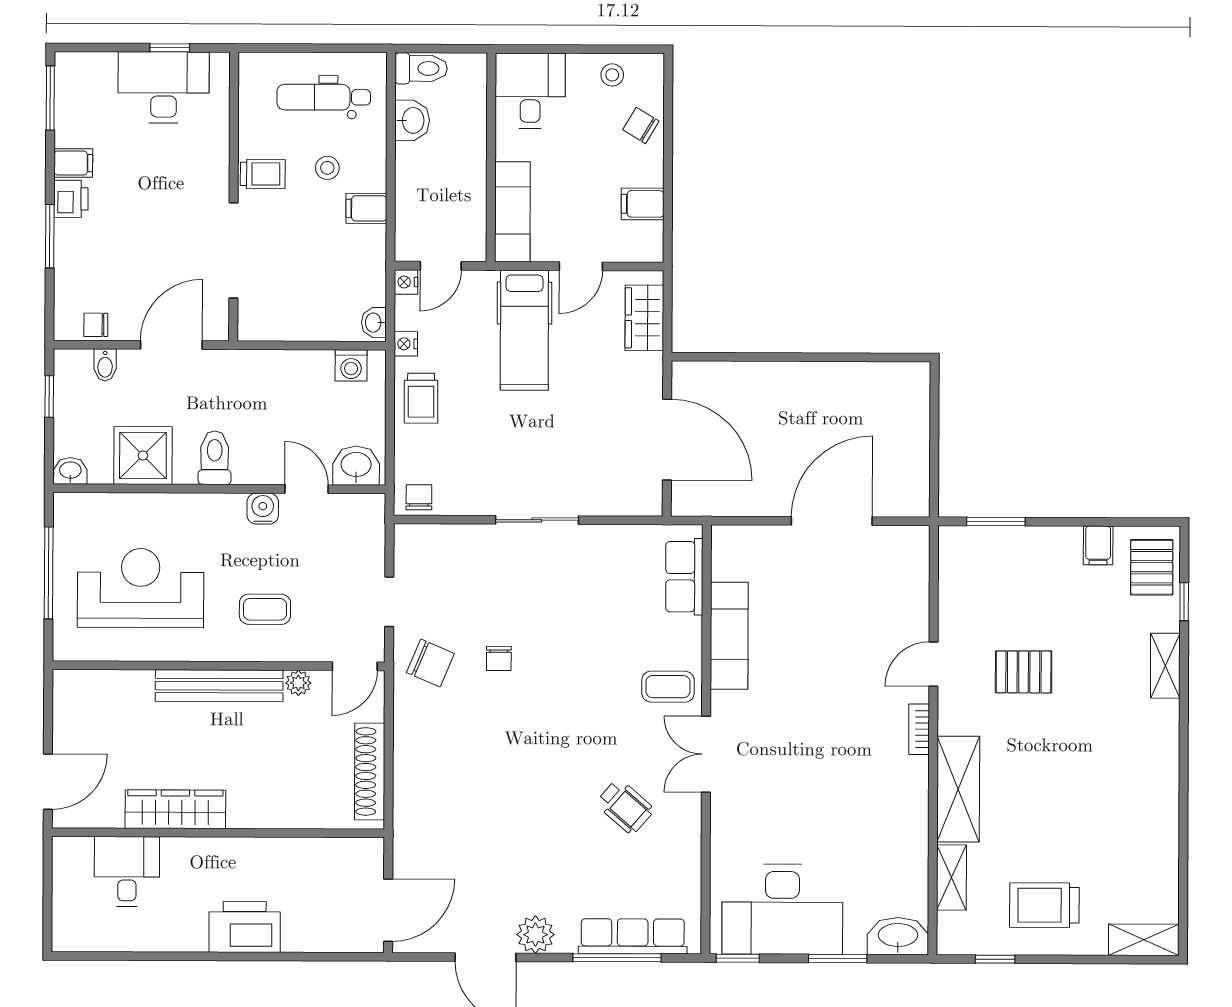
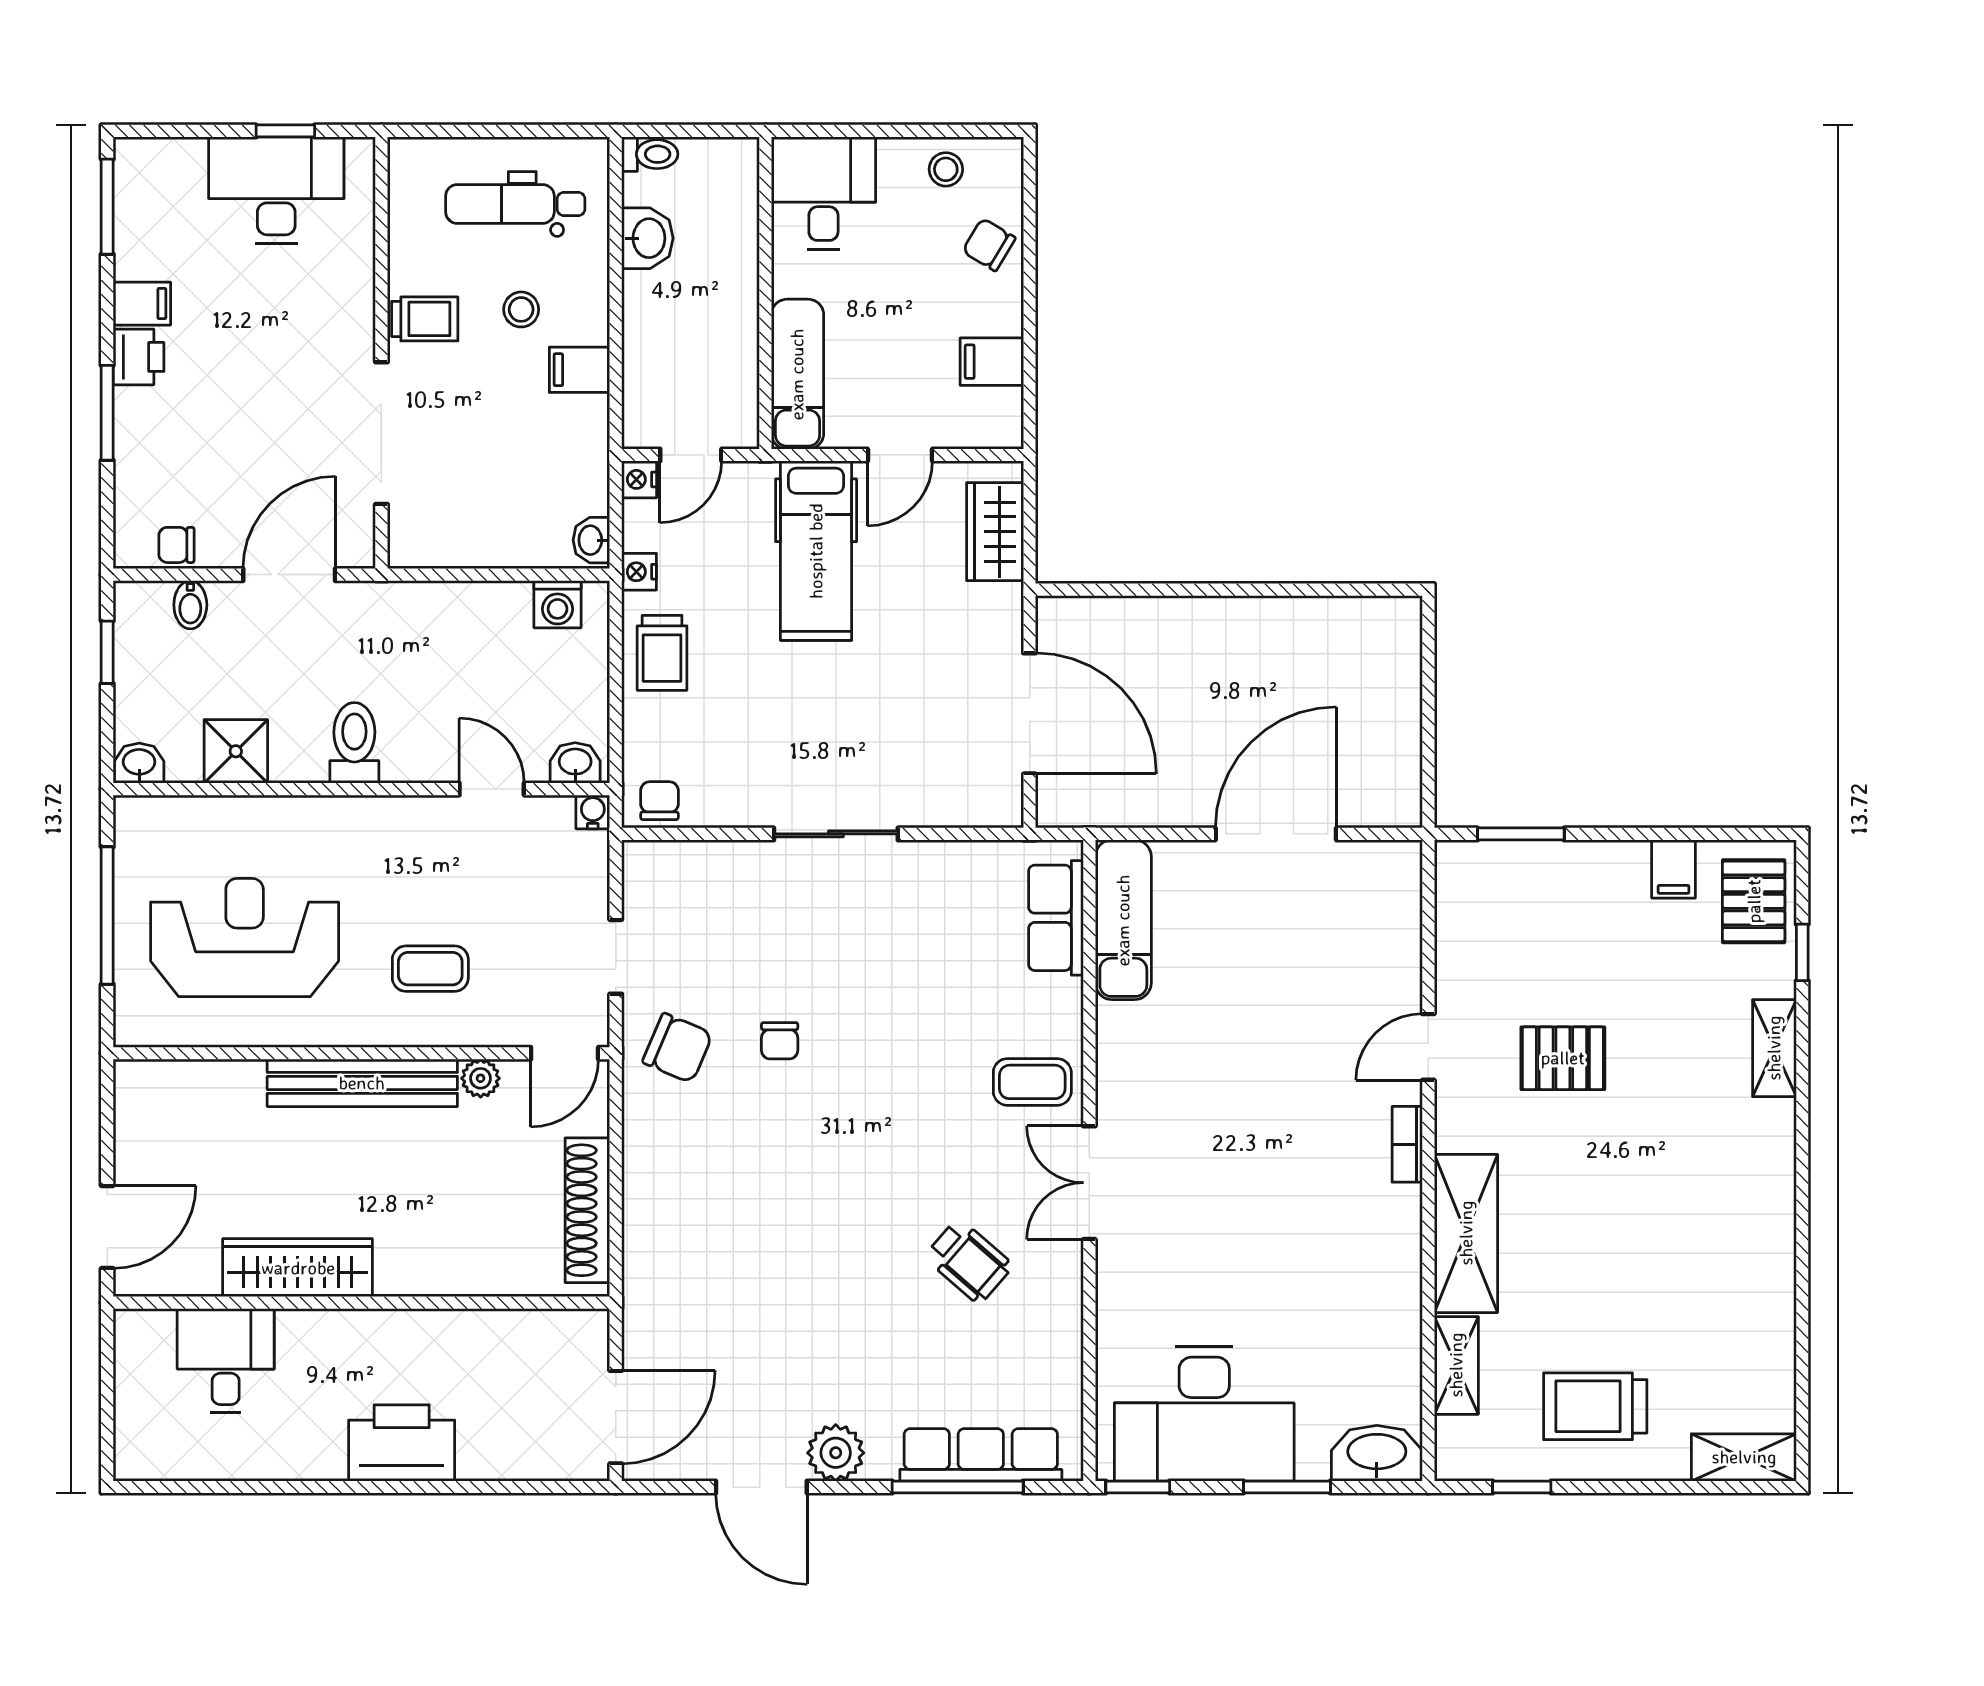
toilet: (421, 68) -> (650, 154), width x0.73, depth x0.72
shower: (143, 455) -> (236, 751), width x0.73, depth x0.73
washbasin: (356, 466) -> (575, 763), width x0.72, depth x0.69
water cooler: (263, 509) -> (593, 812), moved, width x0.72, depth x0.72
exam couch: (729, 636) -> (1123, 920), moved

